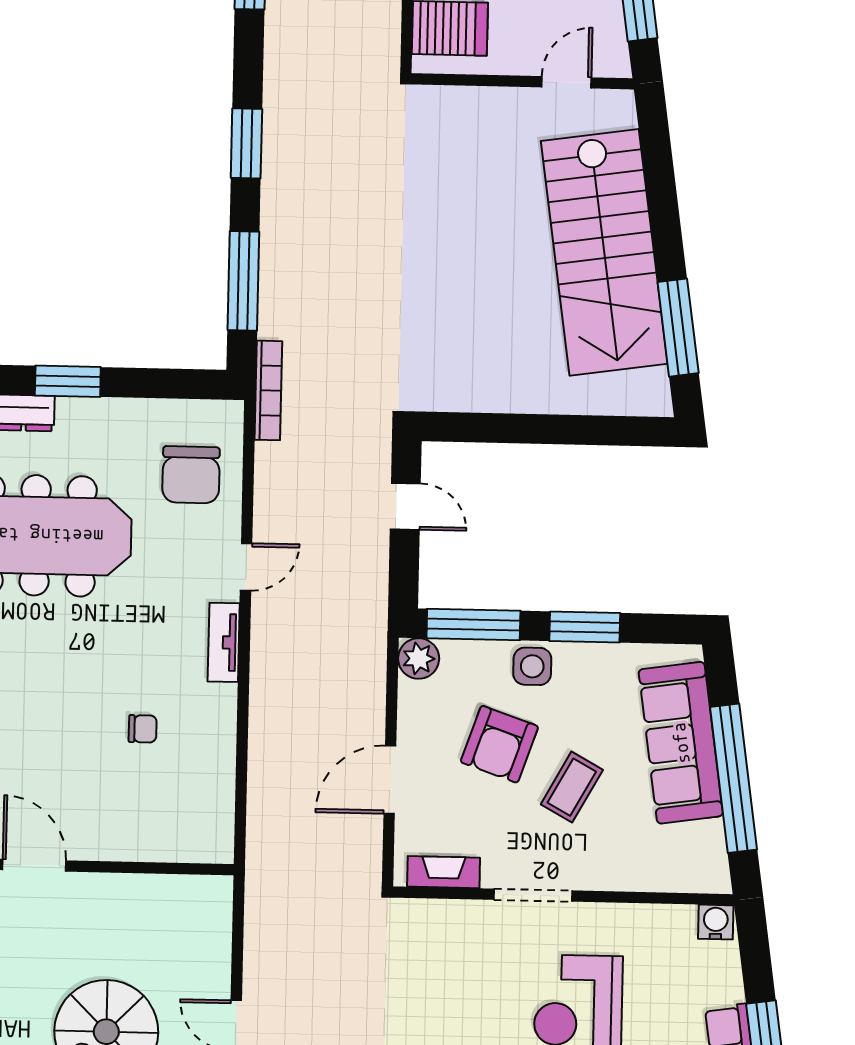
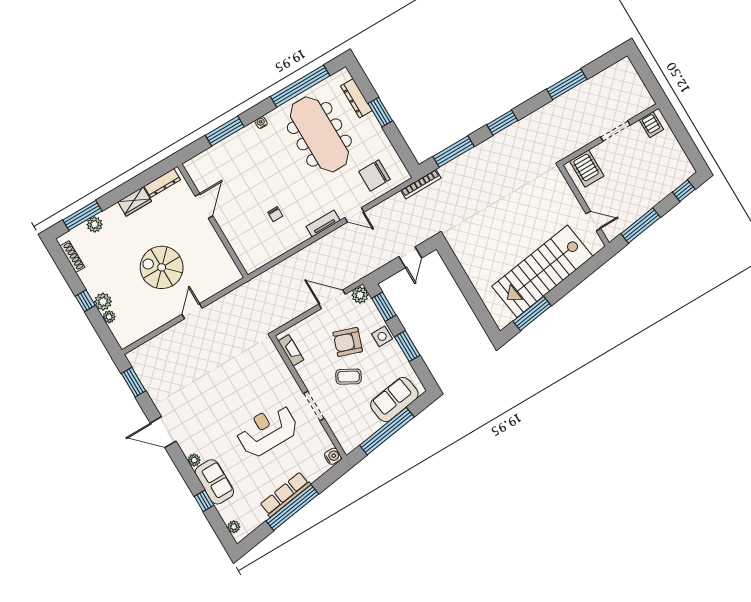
window: (473, 624) -> (384, 307), width x0.69
sofa: (681, 743) -> (394, 400), width x0.73
door: (390, 780) -> (332, 299), moved
doorway: (533, 895) -> (314, 406), moved

